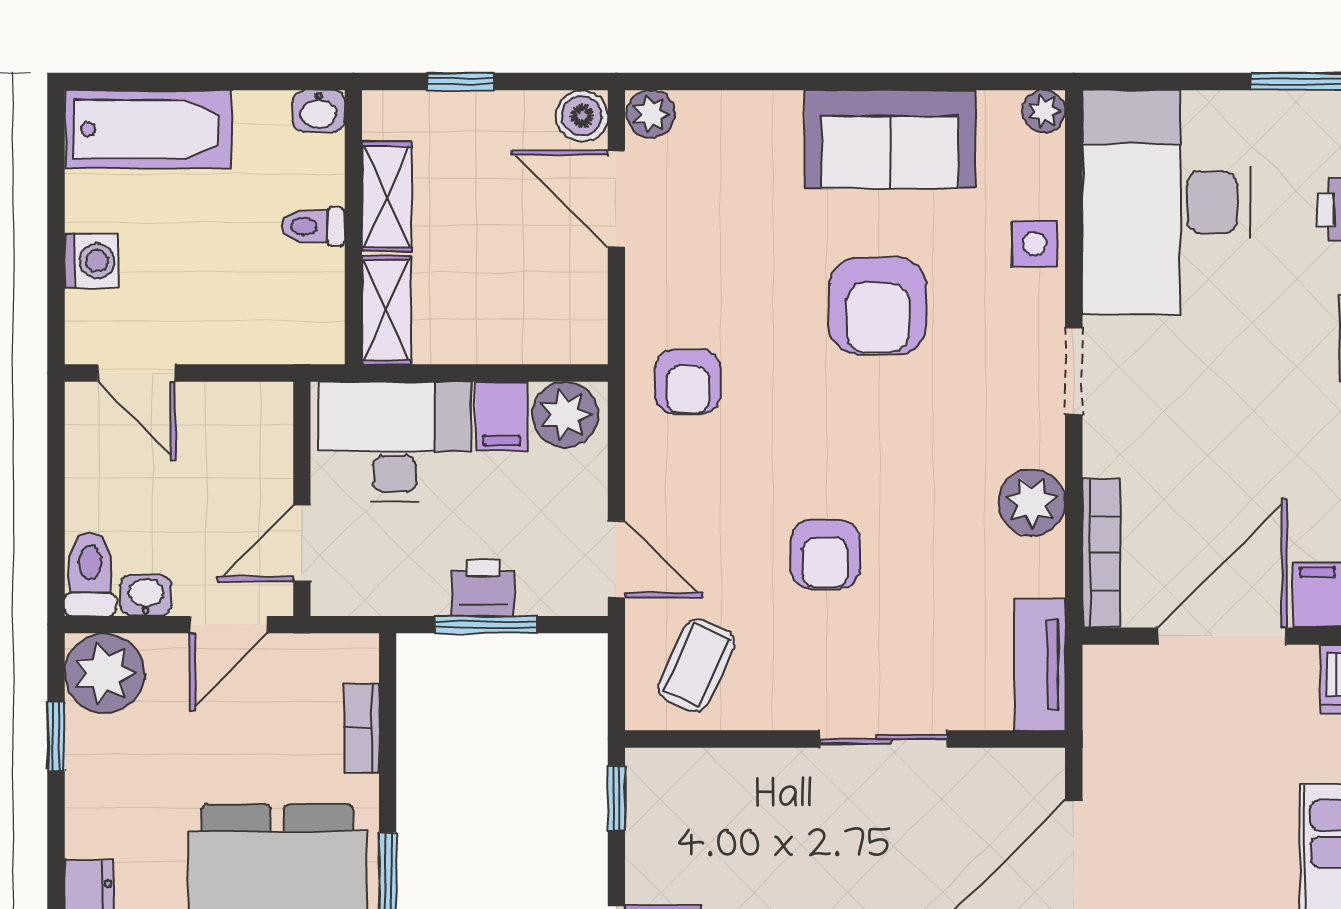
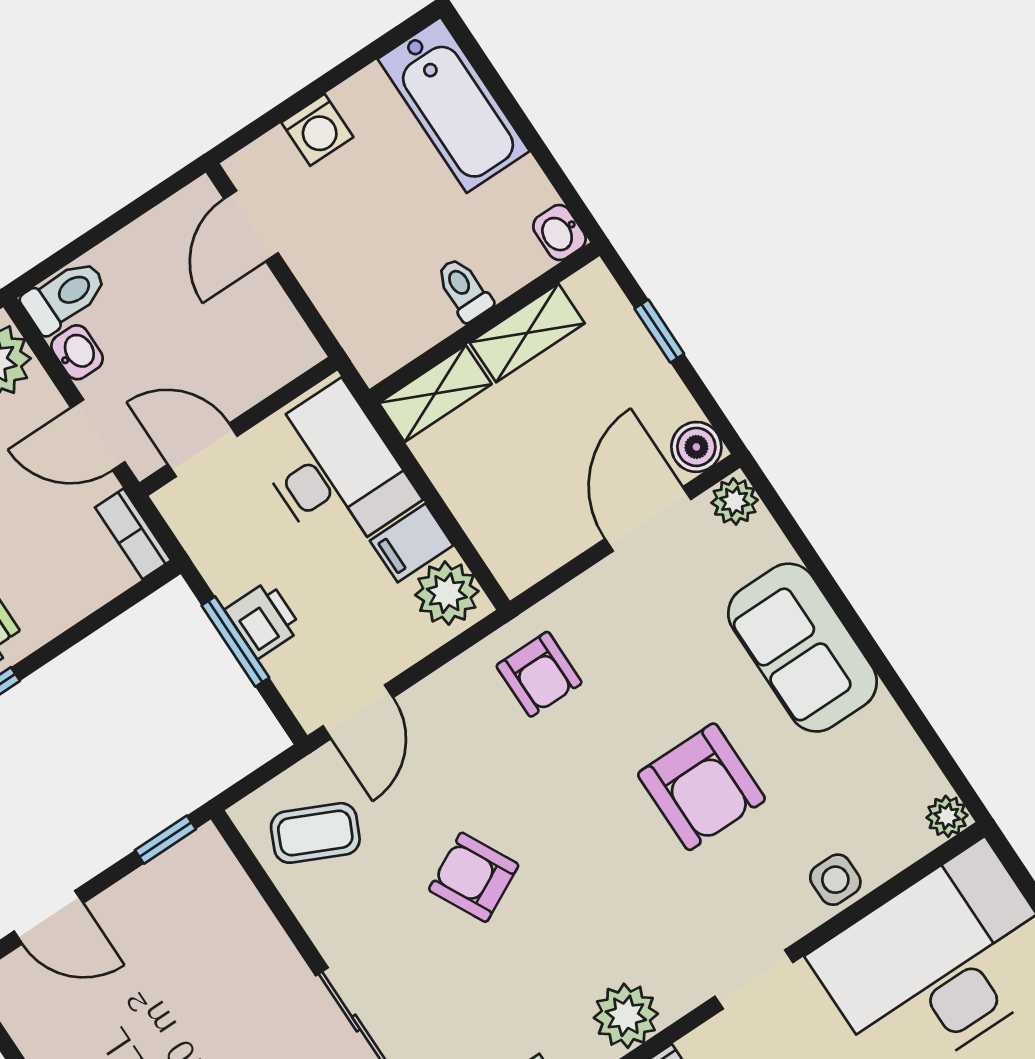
sofa: (890, 139) -> (802, 648), moved
armchair: (878, 306) -> (701, 787), turned -90
armchair: (688, 382) -> (539, 674), turned -90
armchair: (825, 554) -> (474, 877), turned 63
bookcase: (361, 728) -> (133, 534), moved, turned -90

